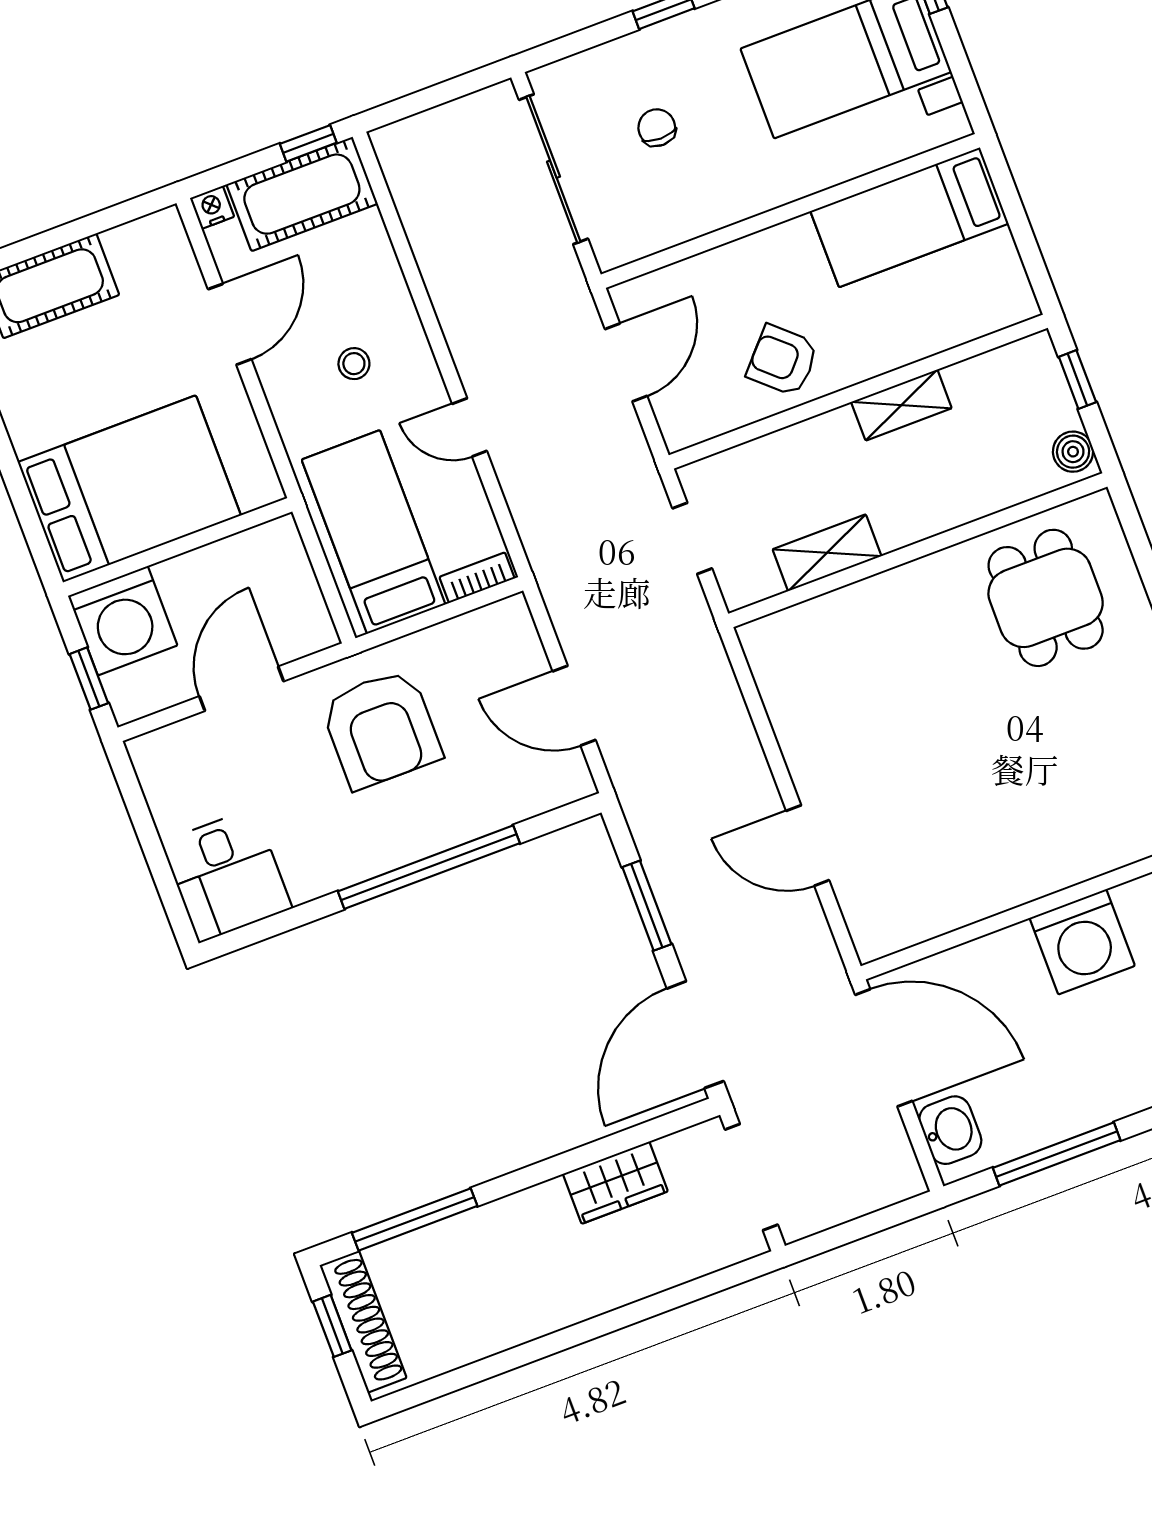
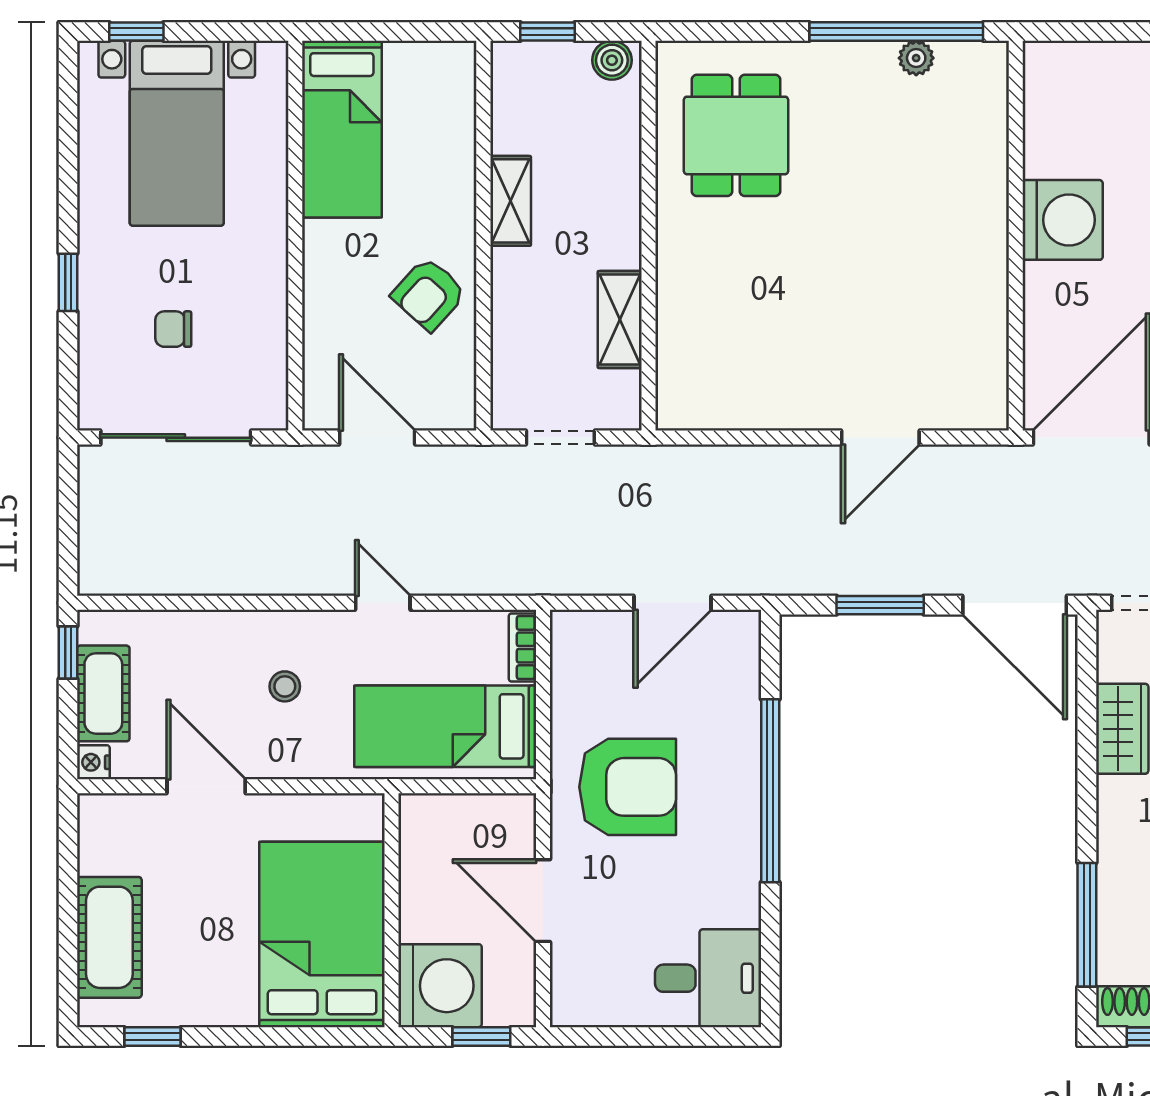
cot: (302, 194) -> (103, 693), width x0.73, depth x0.75
door: (470, 427) -> (383, 603), swing flipped
dining table: (1046, 598) -> (736, 135), turned 90

